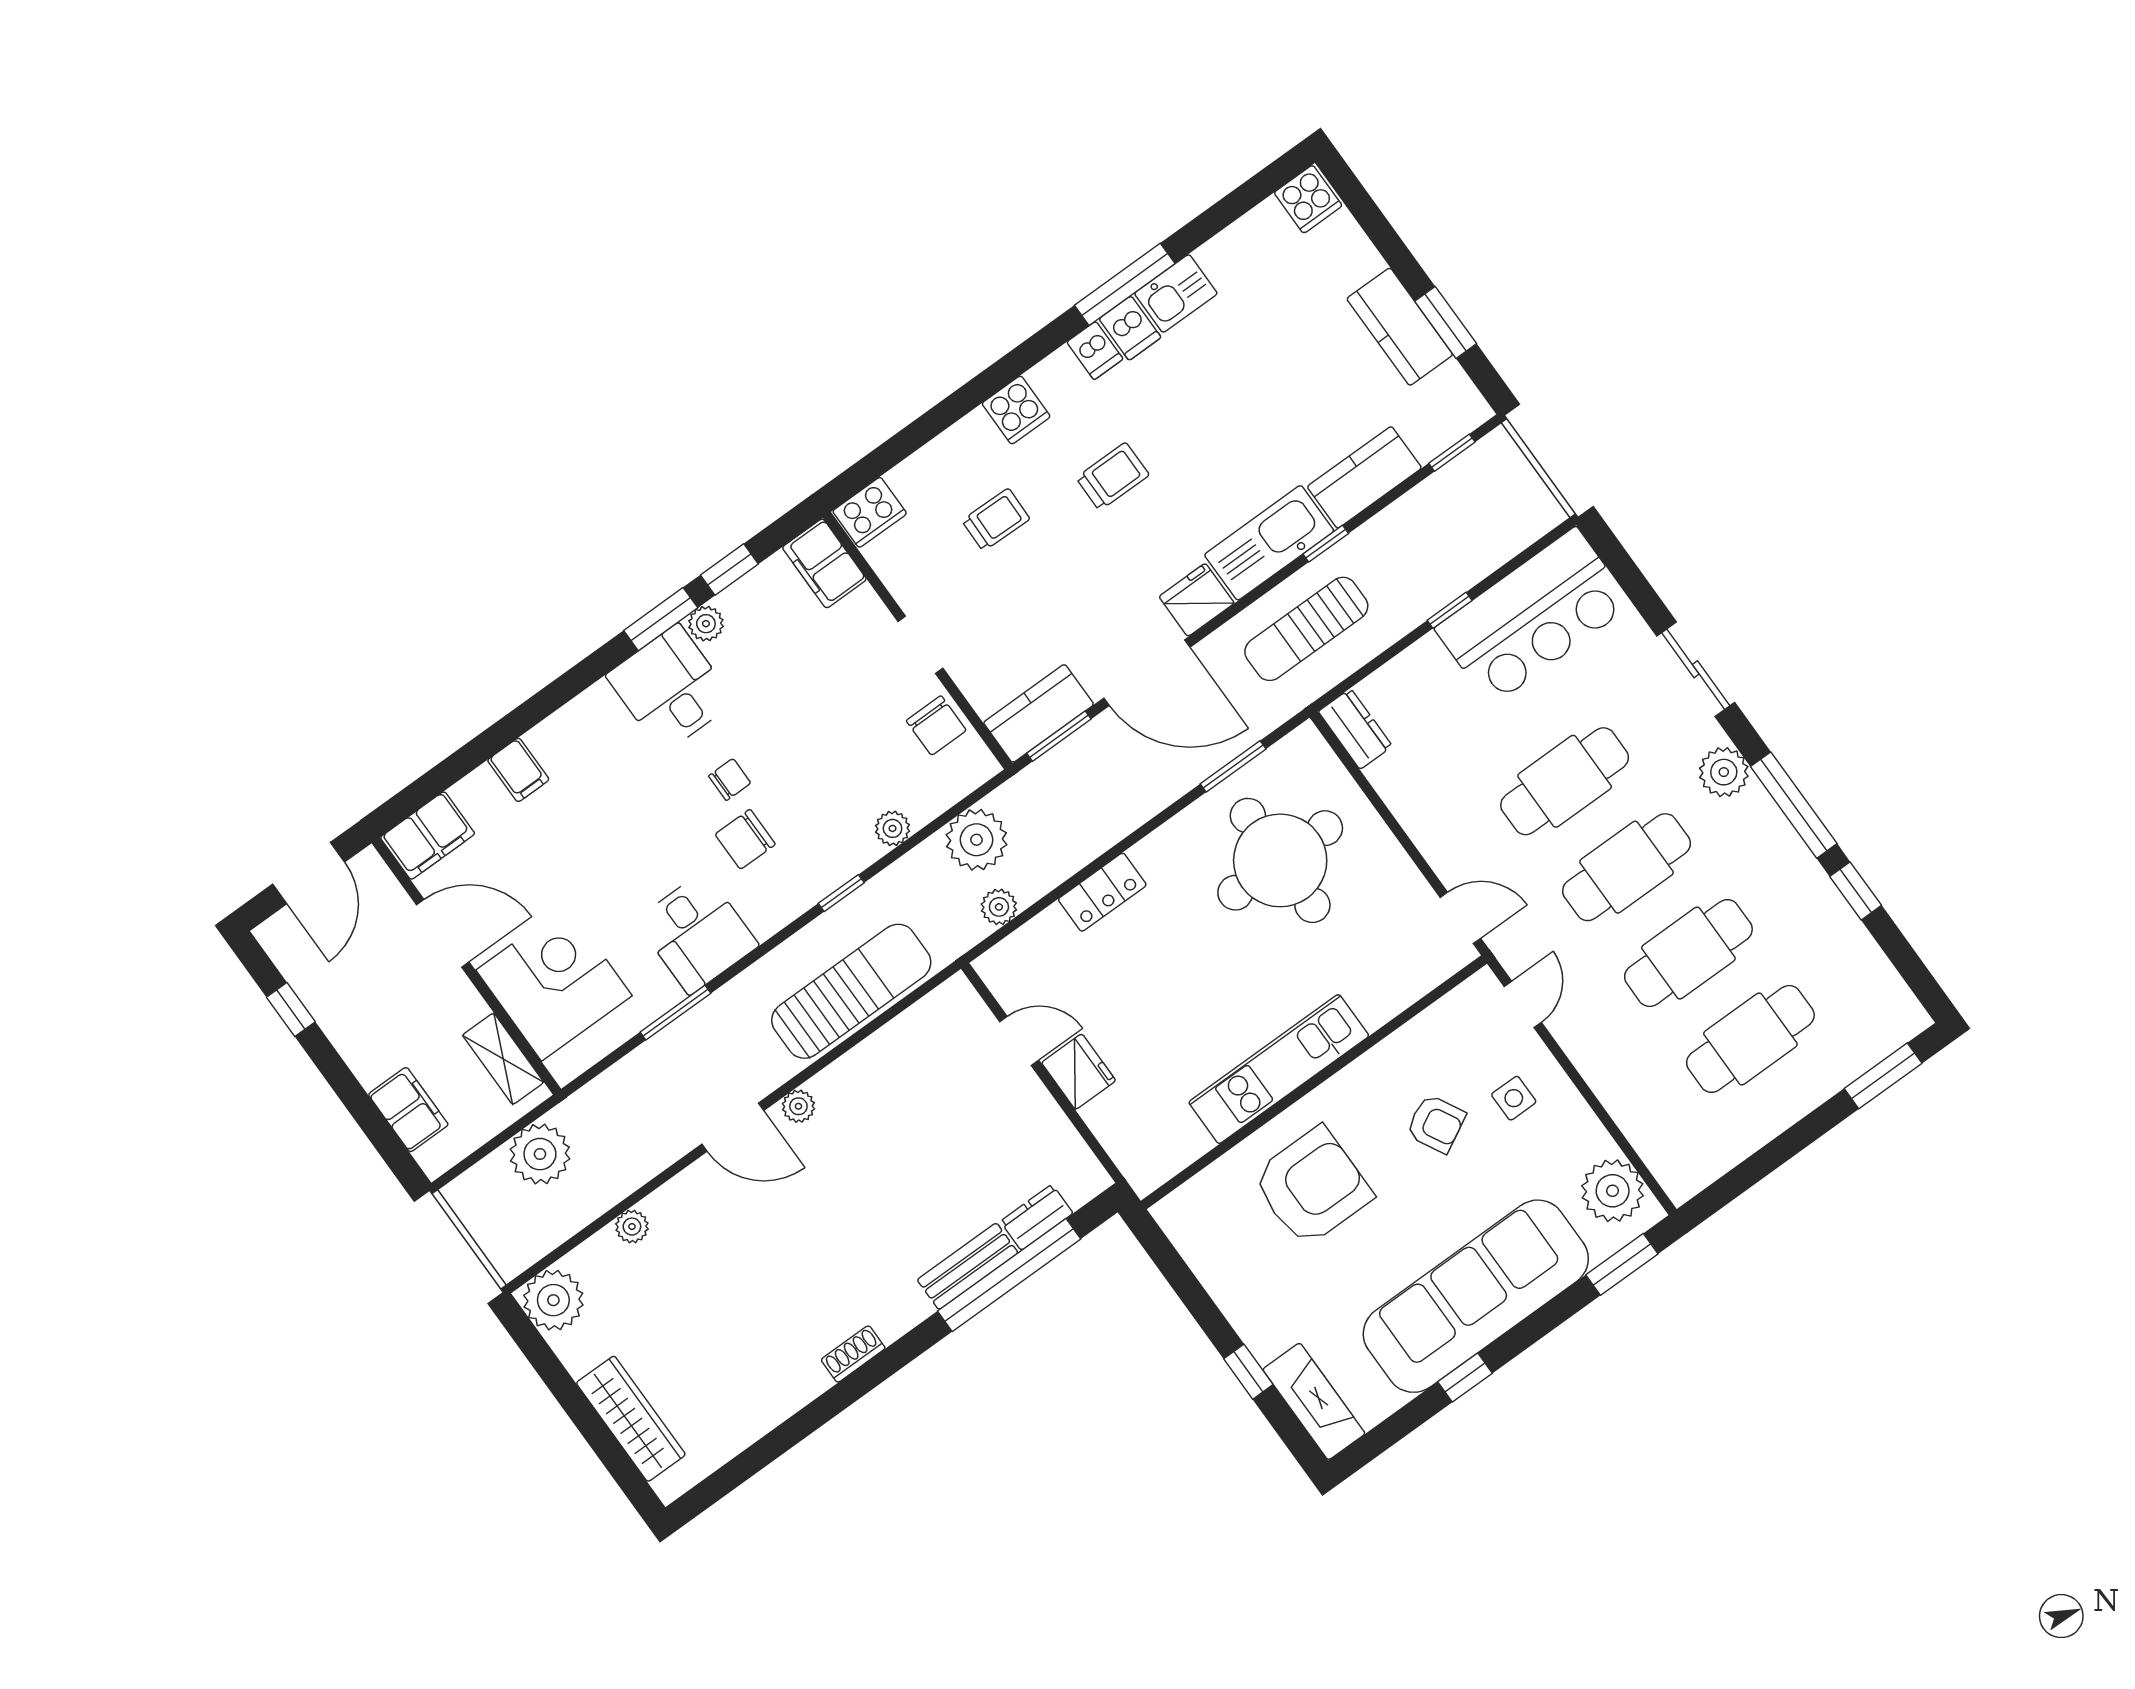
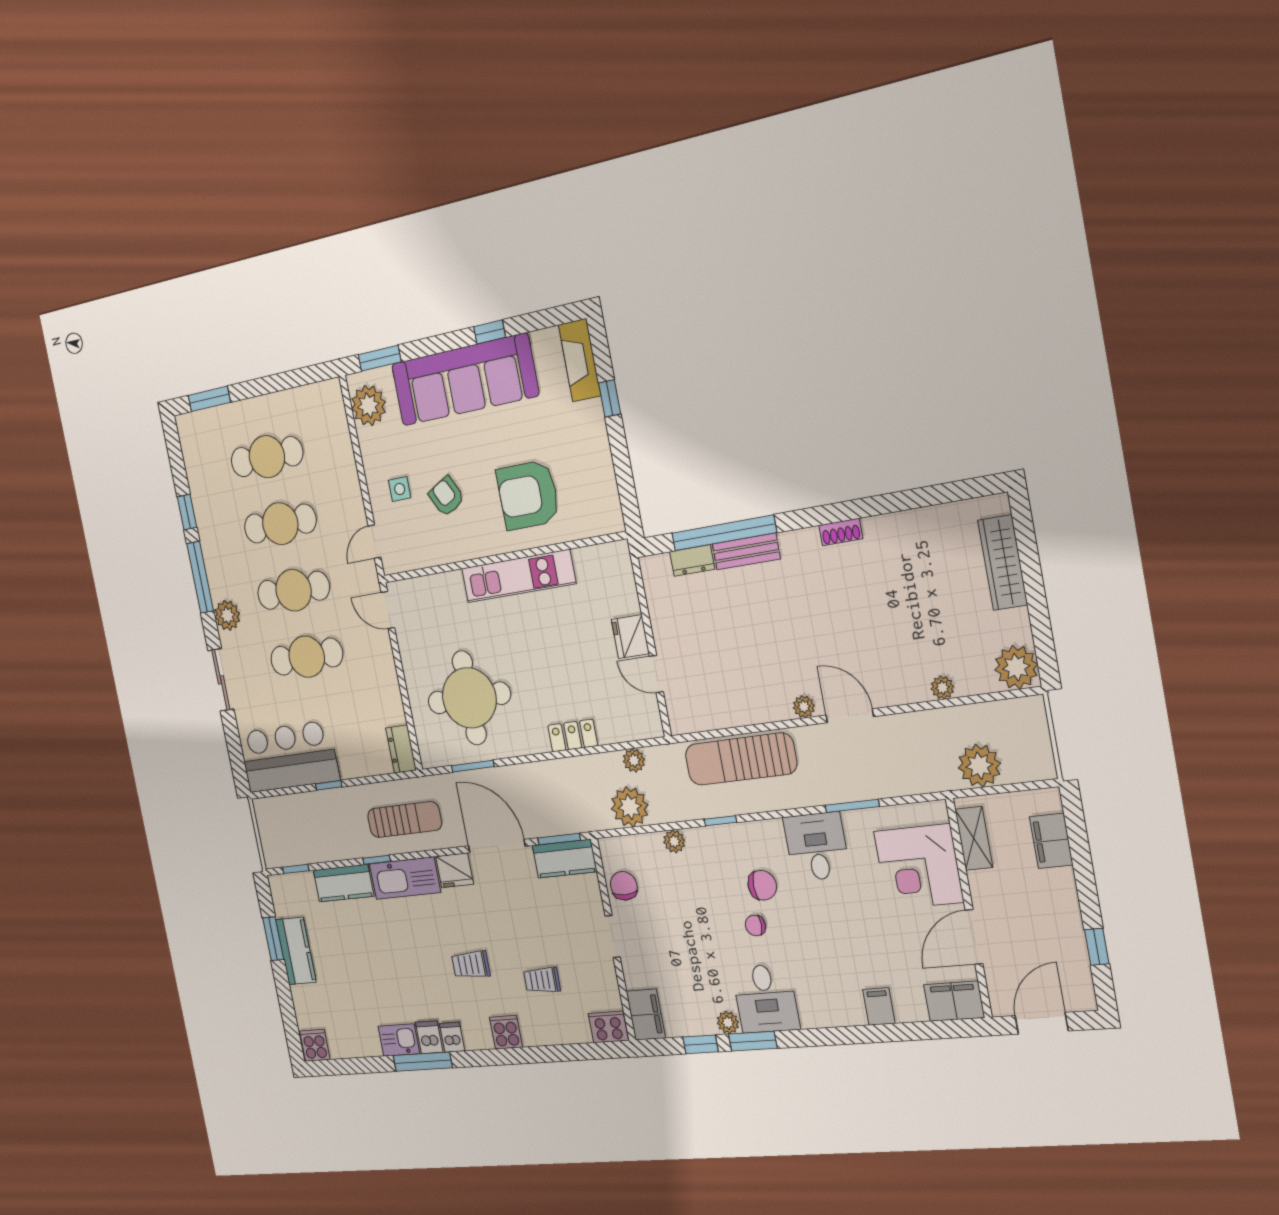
door: (443, 933) -> (974, 937), hinge flipped

